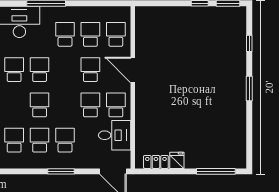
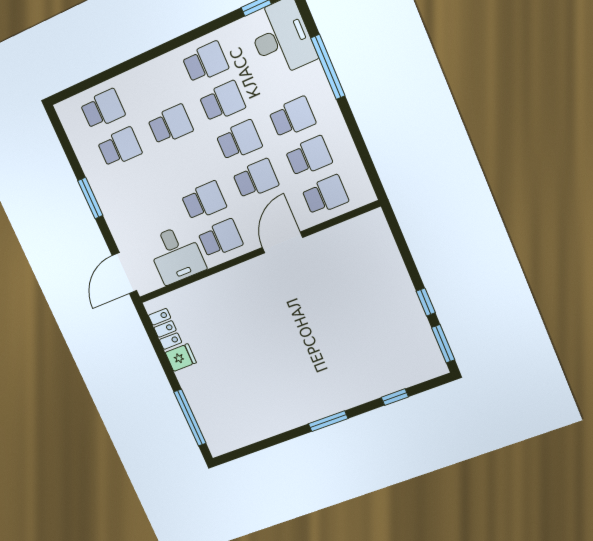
school desk: (65, 140) -> (239, 140), moved

